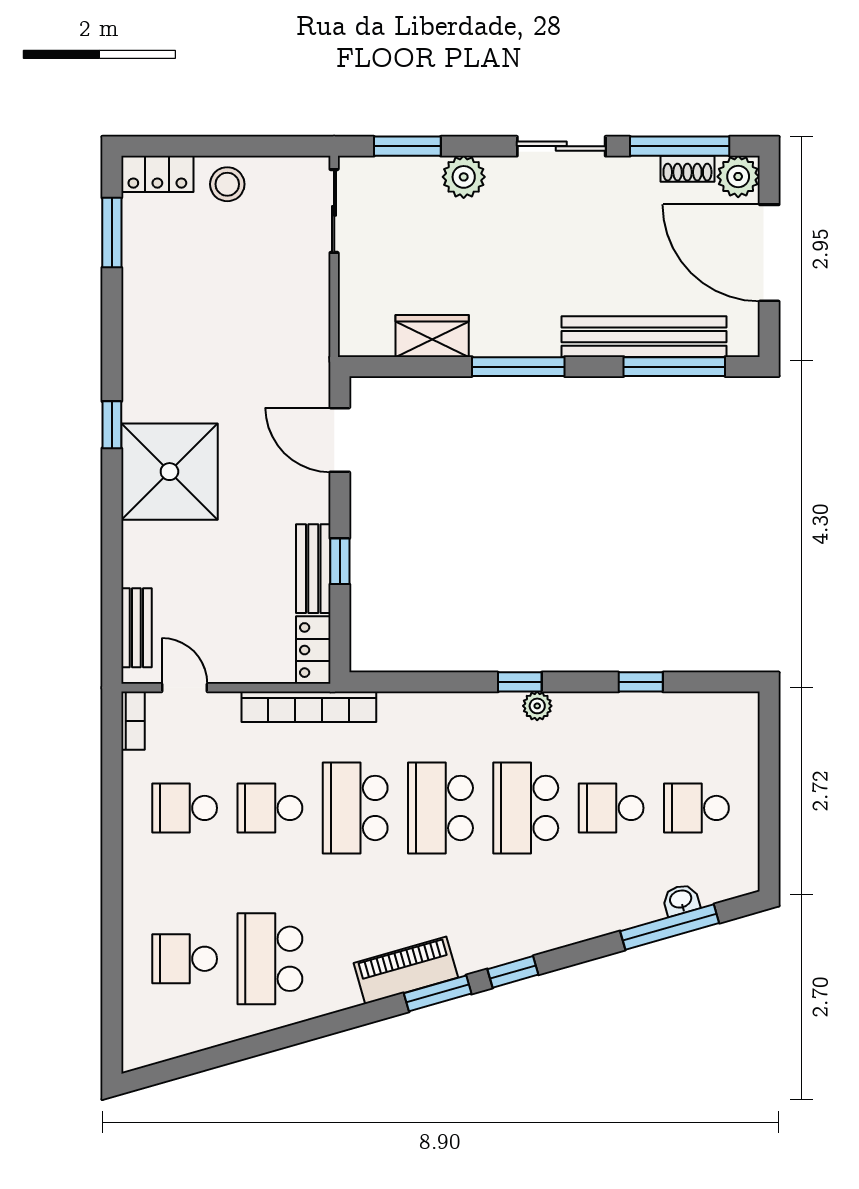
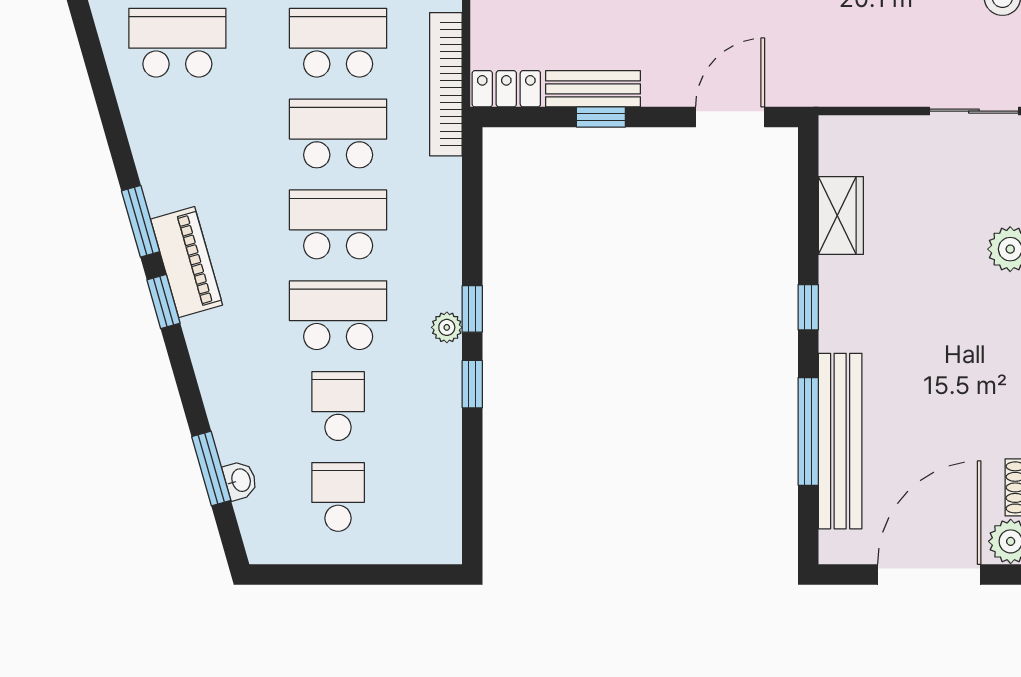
window: (518, 367) -> (808, 307), width x0.46
window: (674, 367) -> (808, 431), moved
window: (641, 682) -> (472, 384), moved
school desk: (270, 808) -> (338, 43), width x1.85
window: (670, 927) -> (211, 468), width x0.69
piano: (406, 970) -> (187, 262), moved

